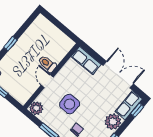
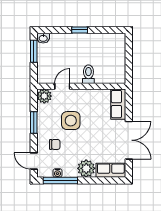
door: (47, 81) -> (62, 86), moved
window: (137, 110) -> (112, 180), removed

